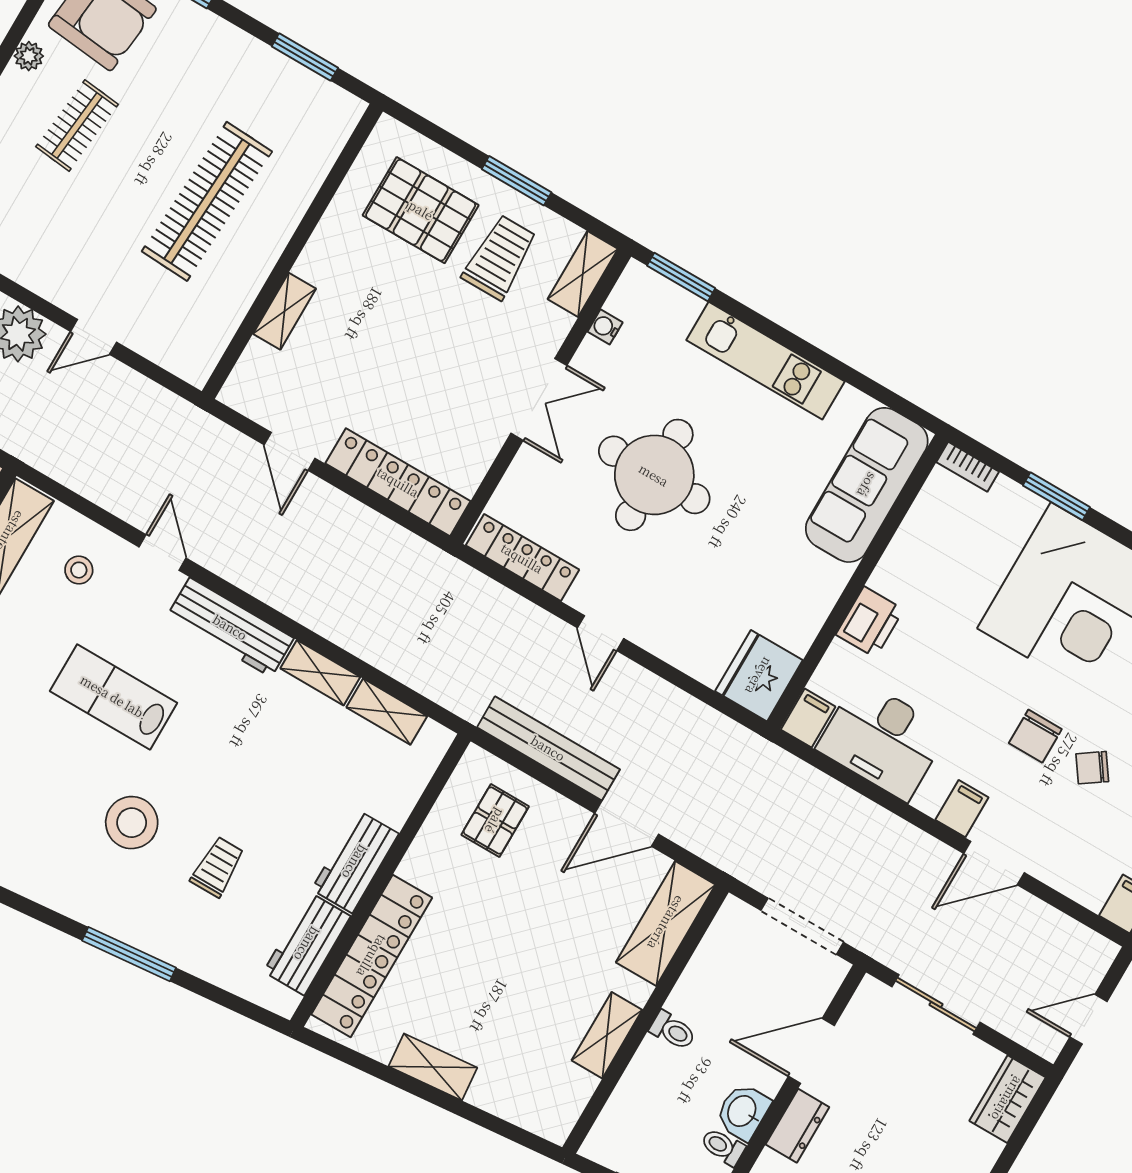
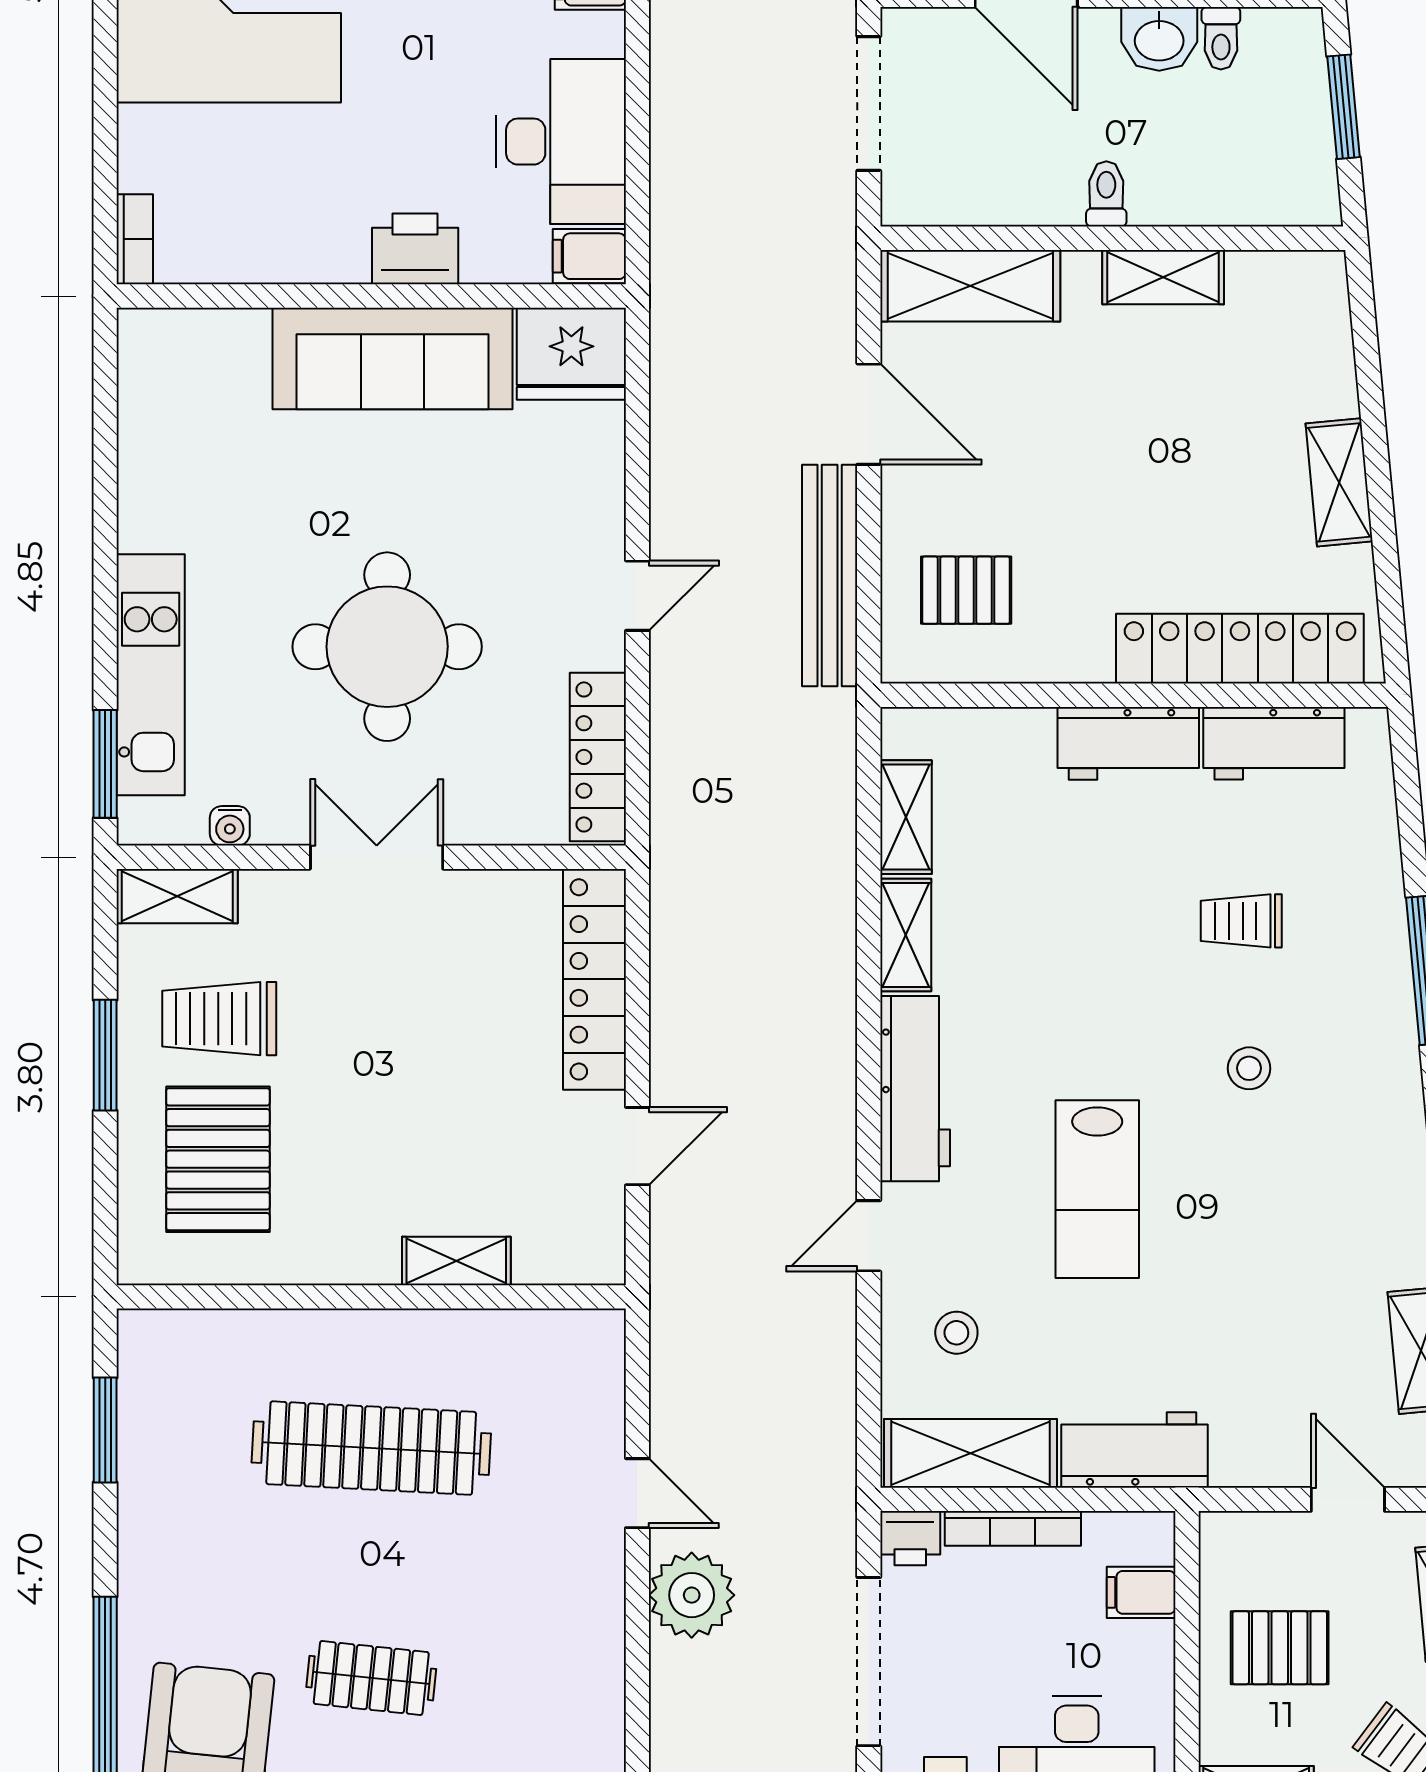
kitchen unit: (765, 361) -> (151, 675), moved
sofa: (867, 485) -> (393, 359), moved
window: (1056, 496) -> (105, 100), removed
stool: (132, 823) -> (1249, 1068), width x0.53, depth x0.53

